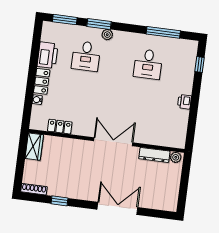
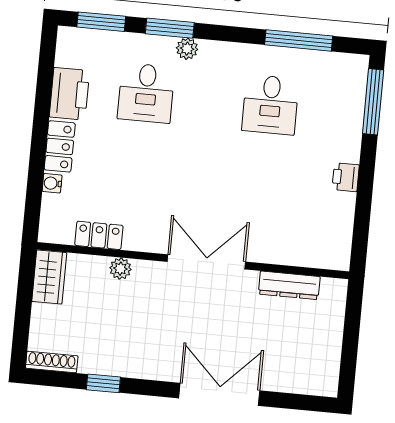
window: (200, 64) -> (373, 102), width x2.17
plant: (176, 157) -> (120, 269), moved

